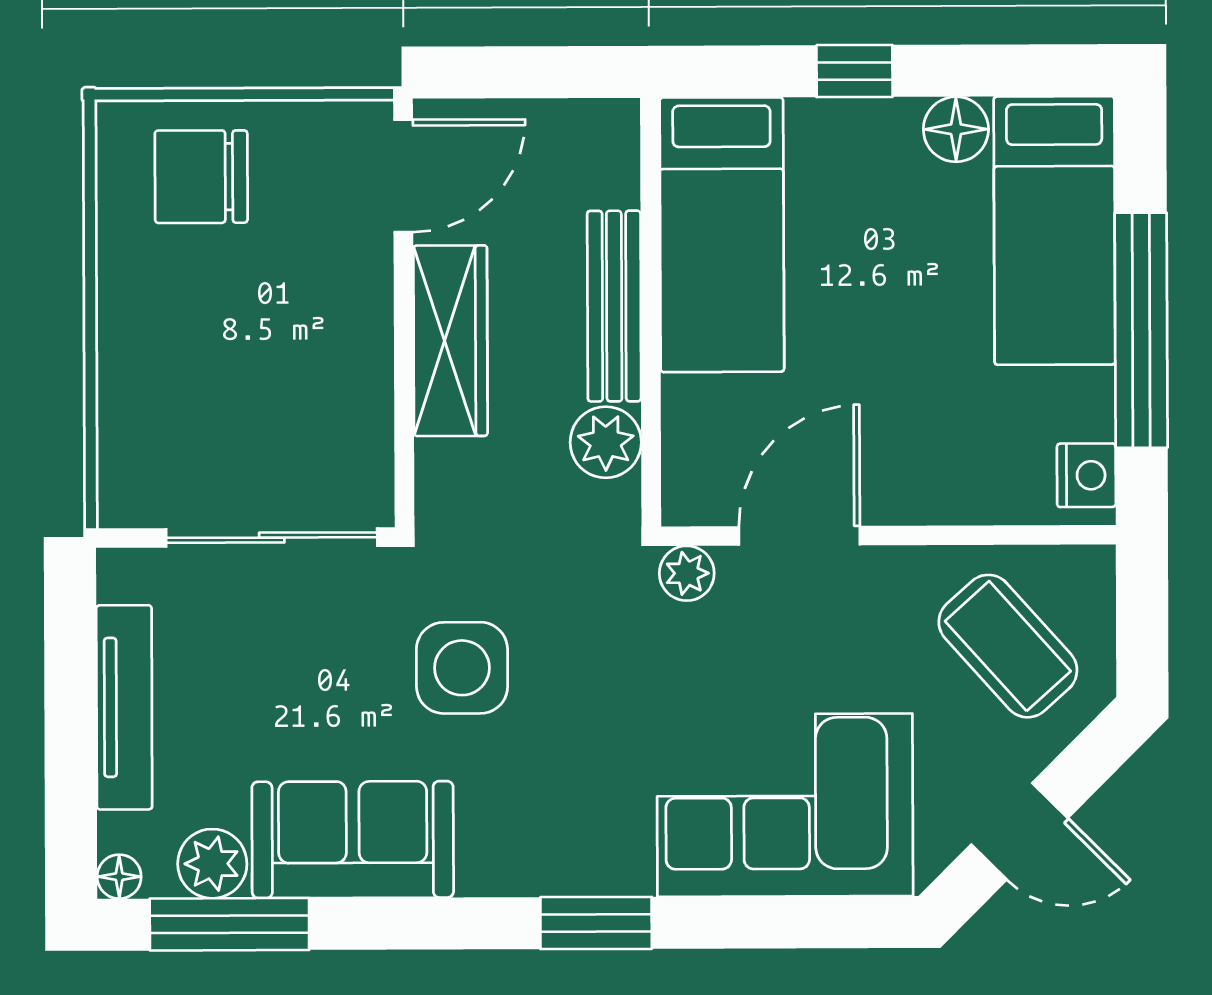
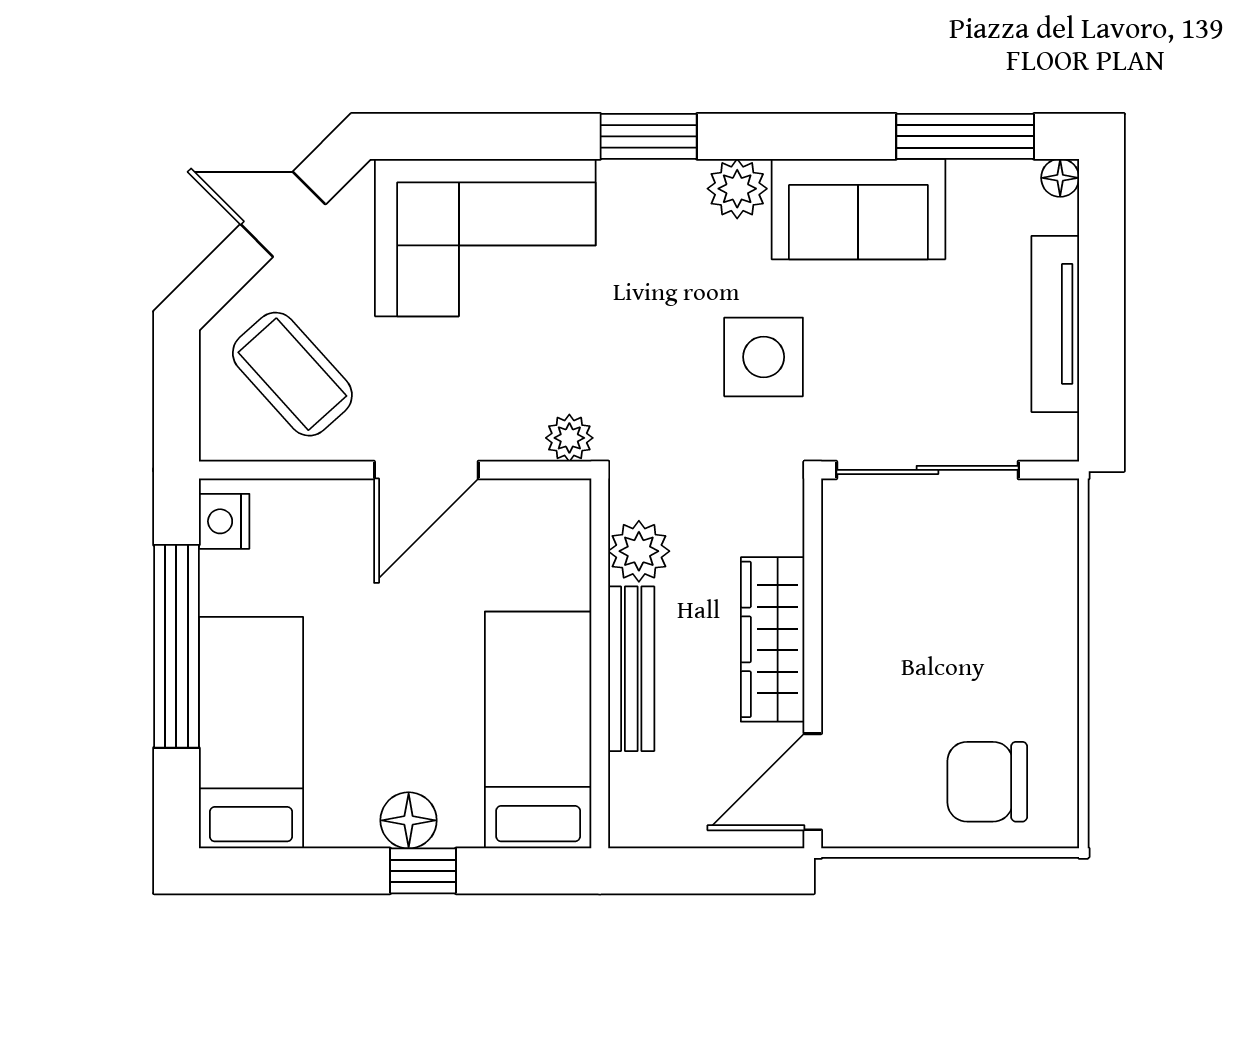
floor lamp: (956, 129) -> (409, 820), moved
chair: (201, 177) -> (987, 782), turned 180
door: (799, 536) -> (426, 470), moved
plant: (212, 864) -> (737, 189), moved

